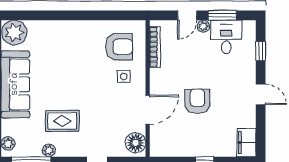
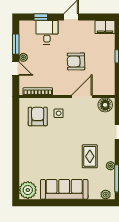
desk: (226, 37) -> (47, 32), moved, turned 90
door: (148, 110) -> (82, 96), hinge flipped

